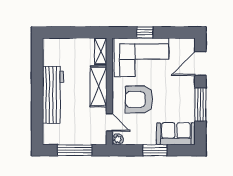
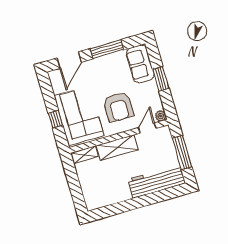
door: (200, 63) -> (69, 60), hinge flipped
workbench: (53, 95) -> (157, 181), moved

